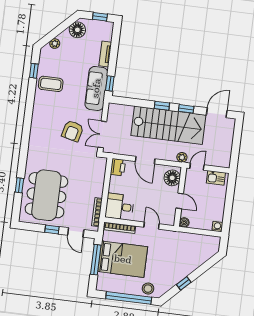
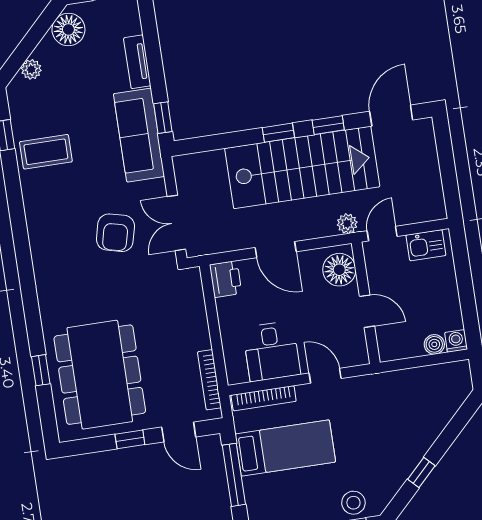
desk: (120, 207) -> (271, 351), moved, turned -90
boiler: (184, 222) -> (434, 344), moved
bed: (123, 259) -> (285, 448), width x0.67

